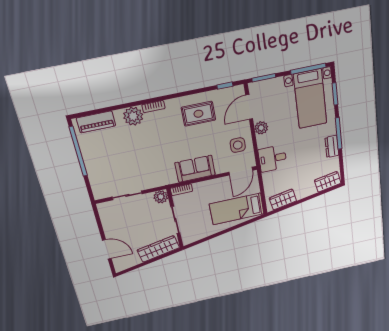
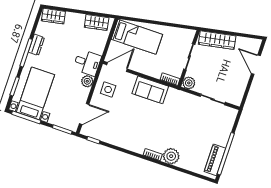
rug: (198, 114) -> (124, 131), removed
piano: (96, 122) -> (215, 160), moved, turned -90
plant: (261, 128) -> (87, 81), moved

